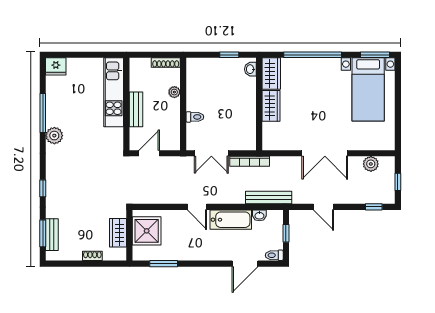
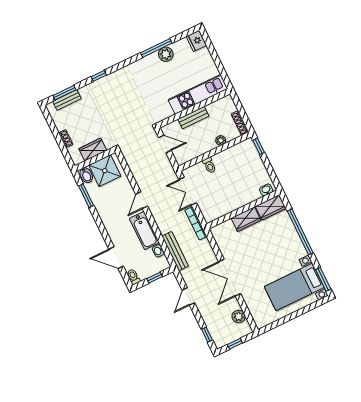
window: (229, 55) -> (259, 146), moved
plant: (54, 136) -> (166, 54), moved
bidet: (142, 253) -> (86, 175), added

